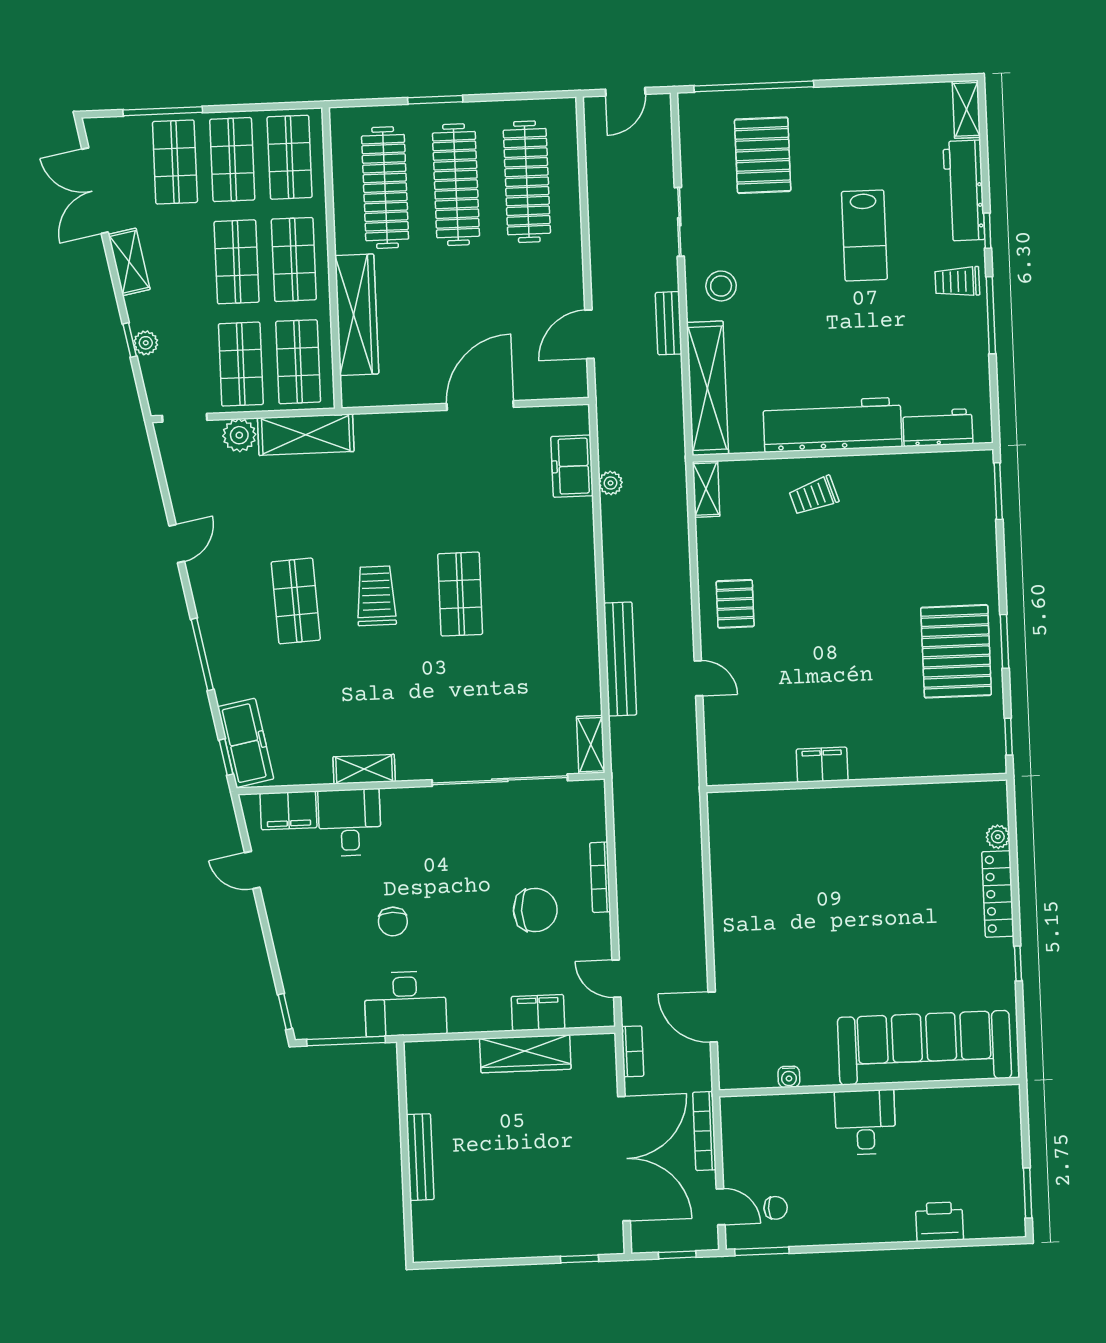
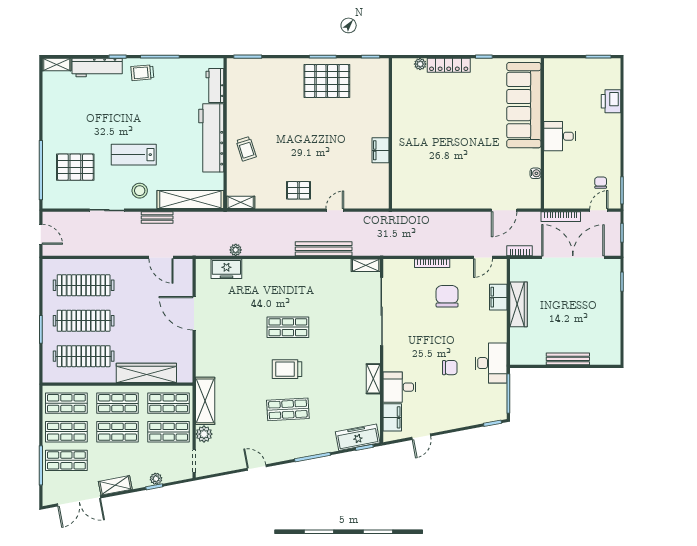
lab bench: (864, 235) -> (134, 155), moved, turned 180
trolley: (957, 282) -> (142, 73), turned 85

